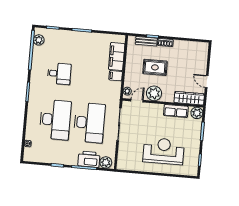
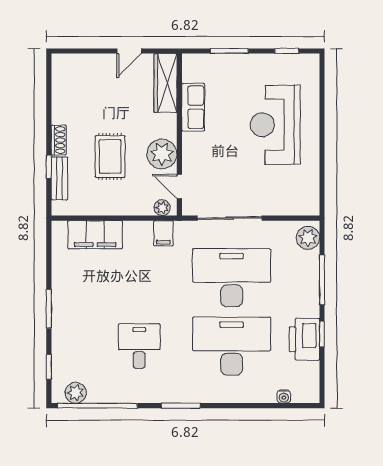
filing cabinet: (116, 76) -> (163, 233), moved
plant: (197, 113) -> (193, 65), removed
printer: (89, 159) -> (304, 339), moved

